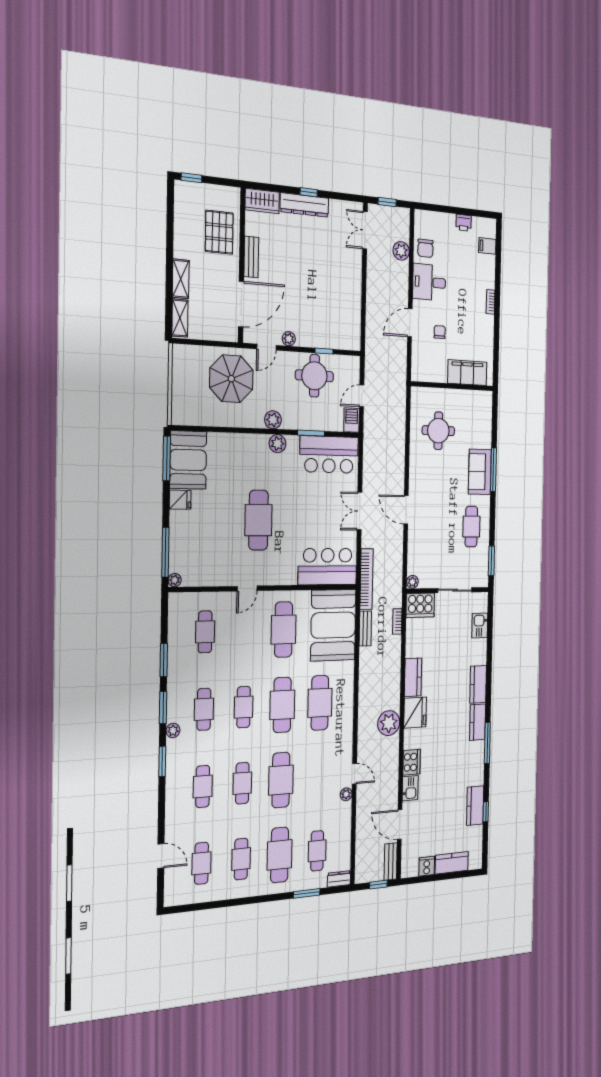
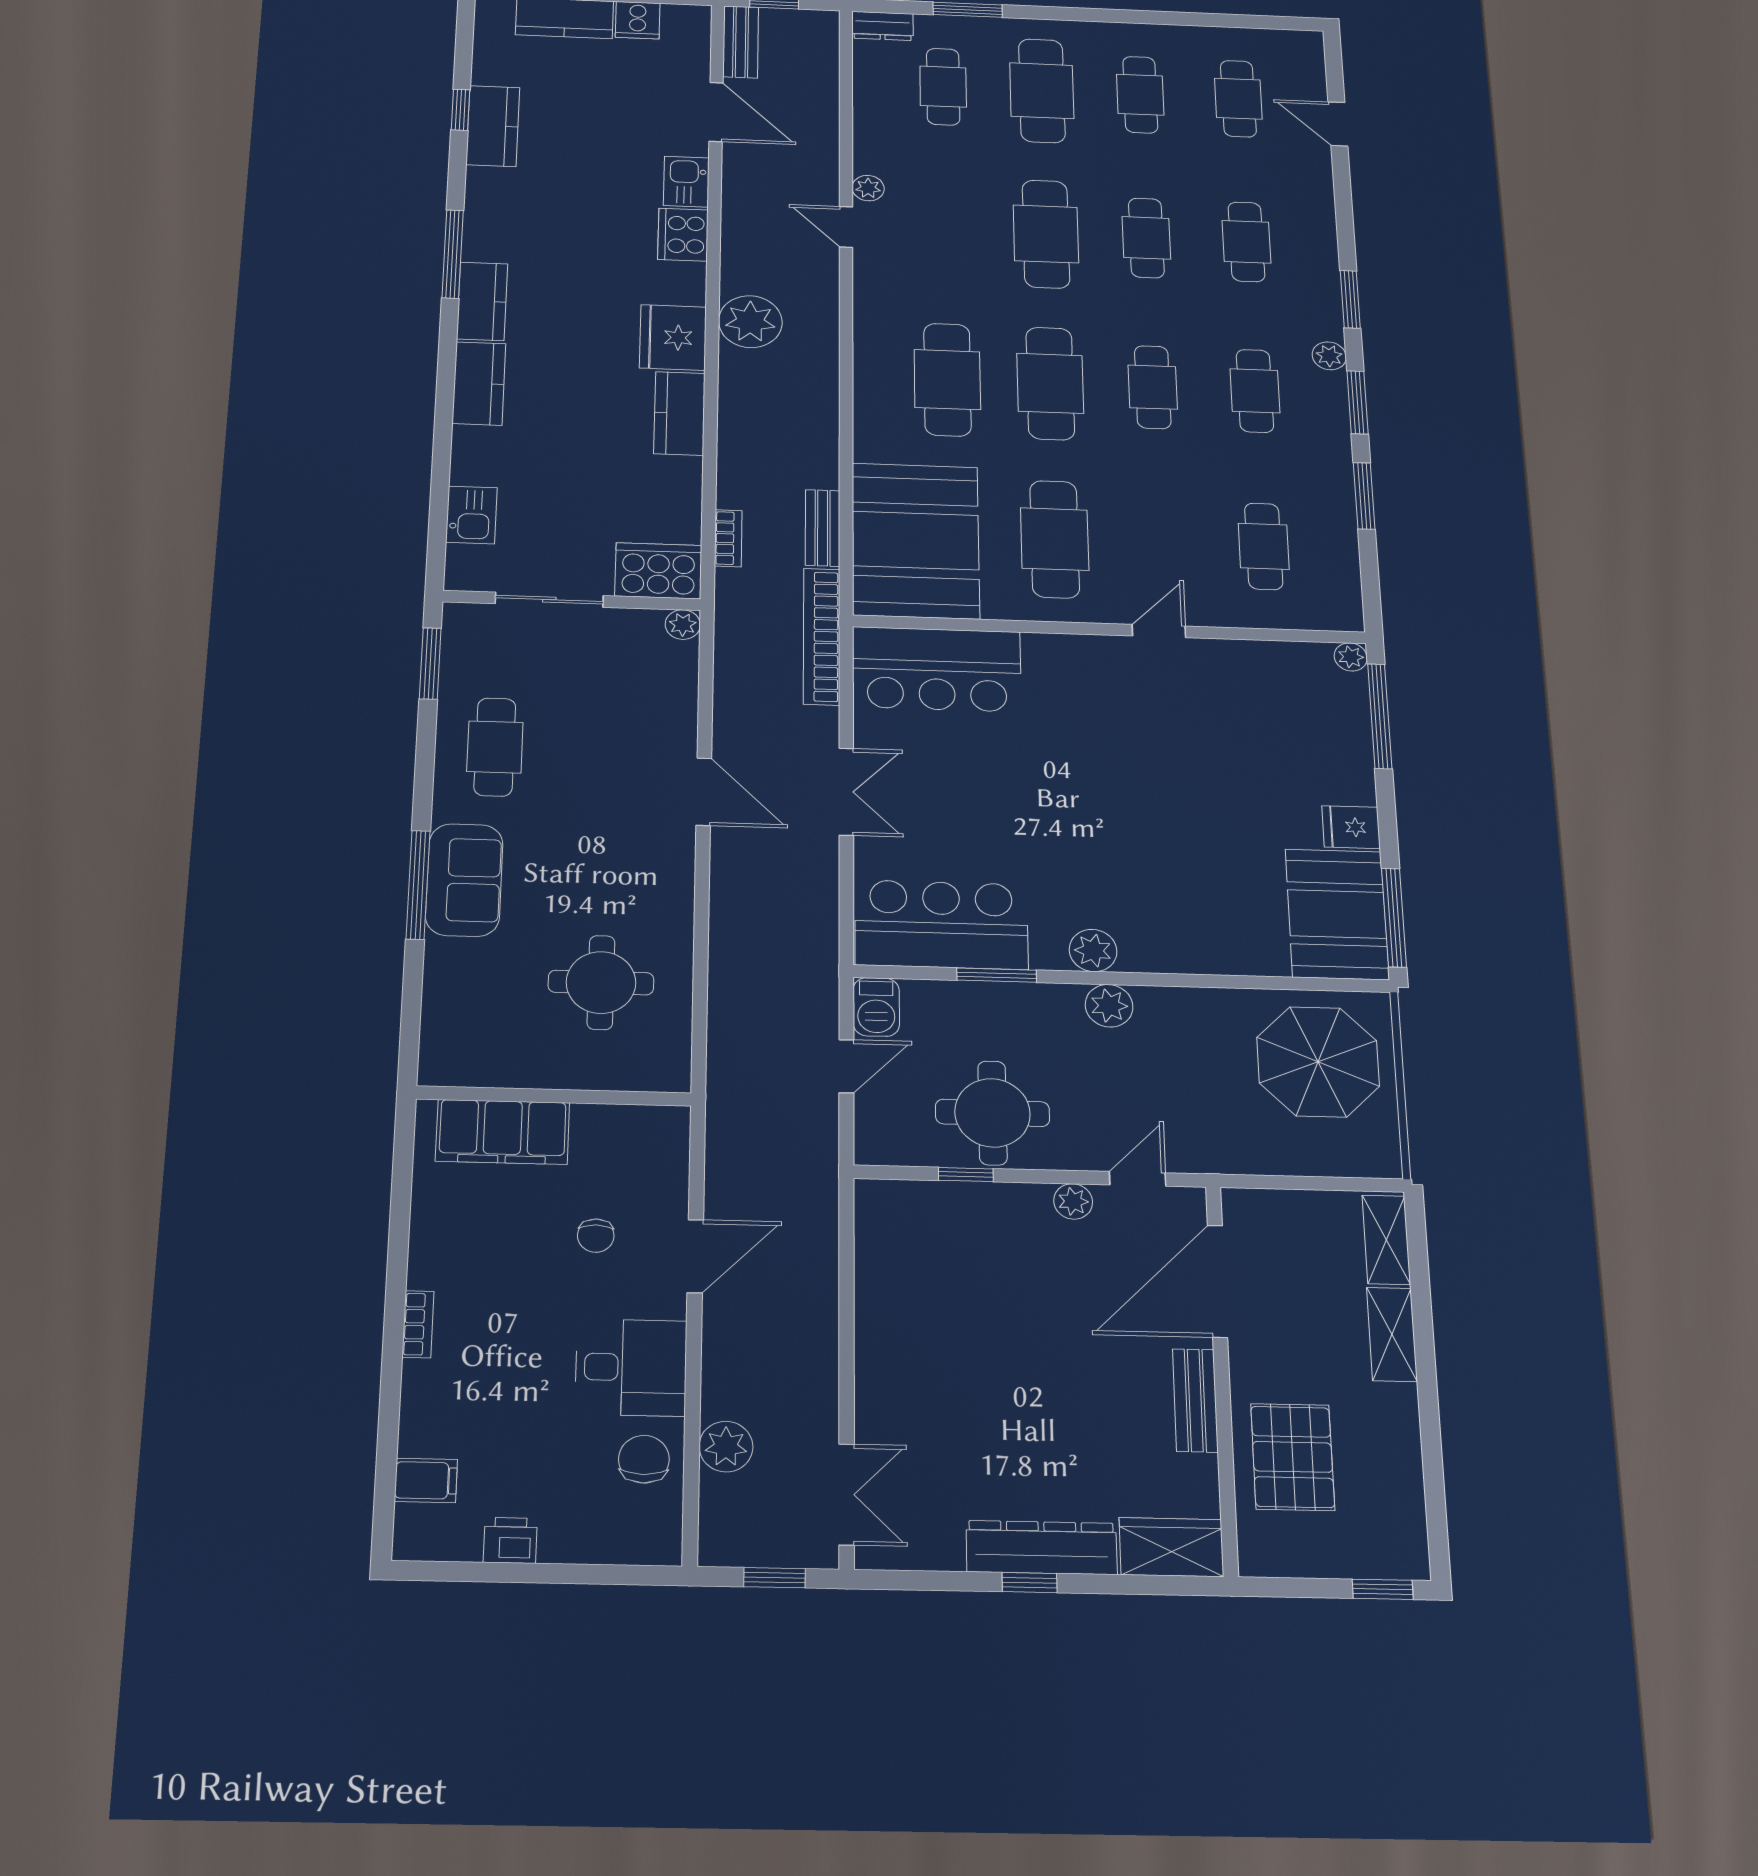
parasol: (231, 379) -> (1318, 1062), moved
cafe table: (258, 520) -> (1137, 778), removed

